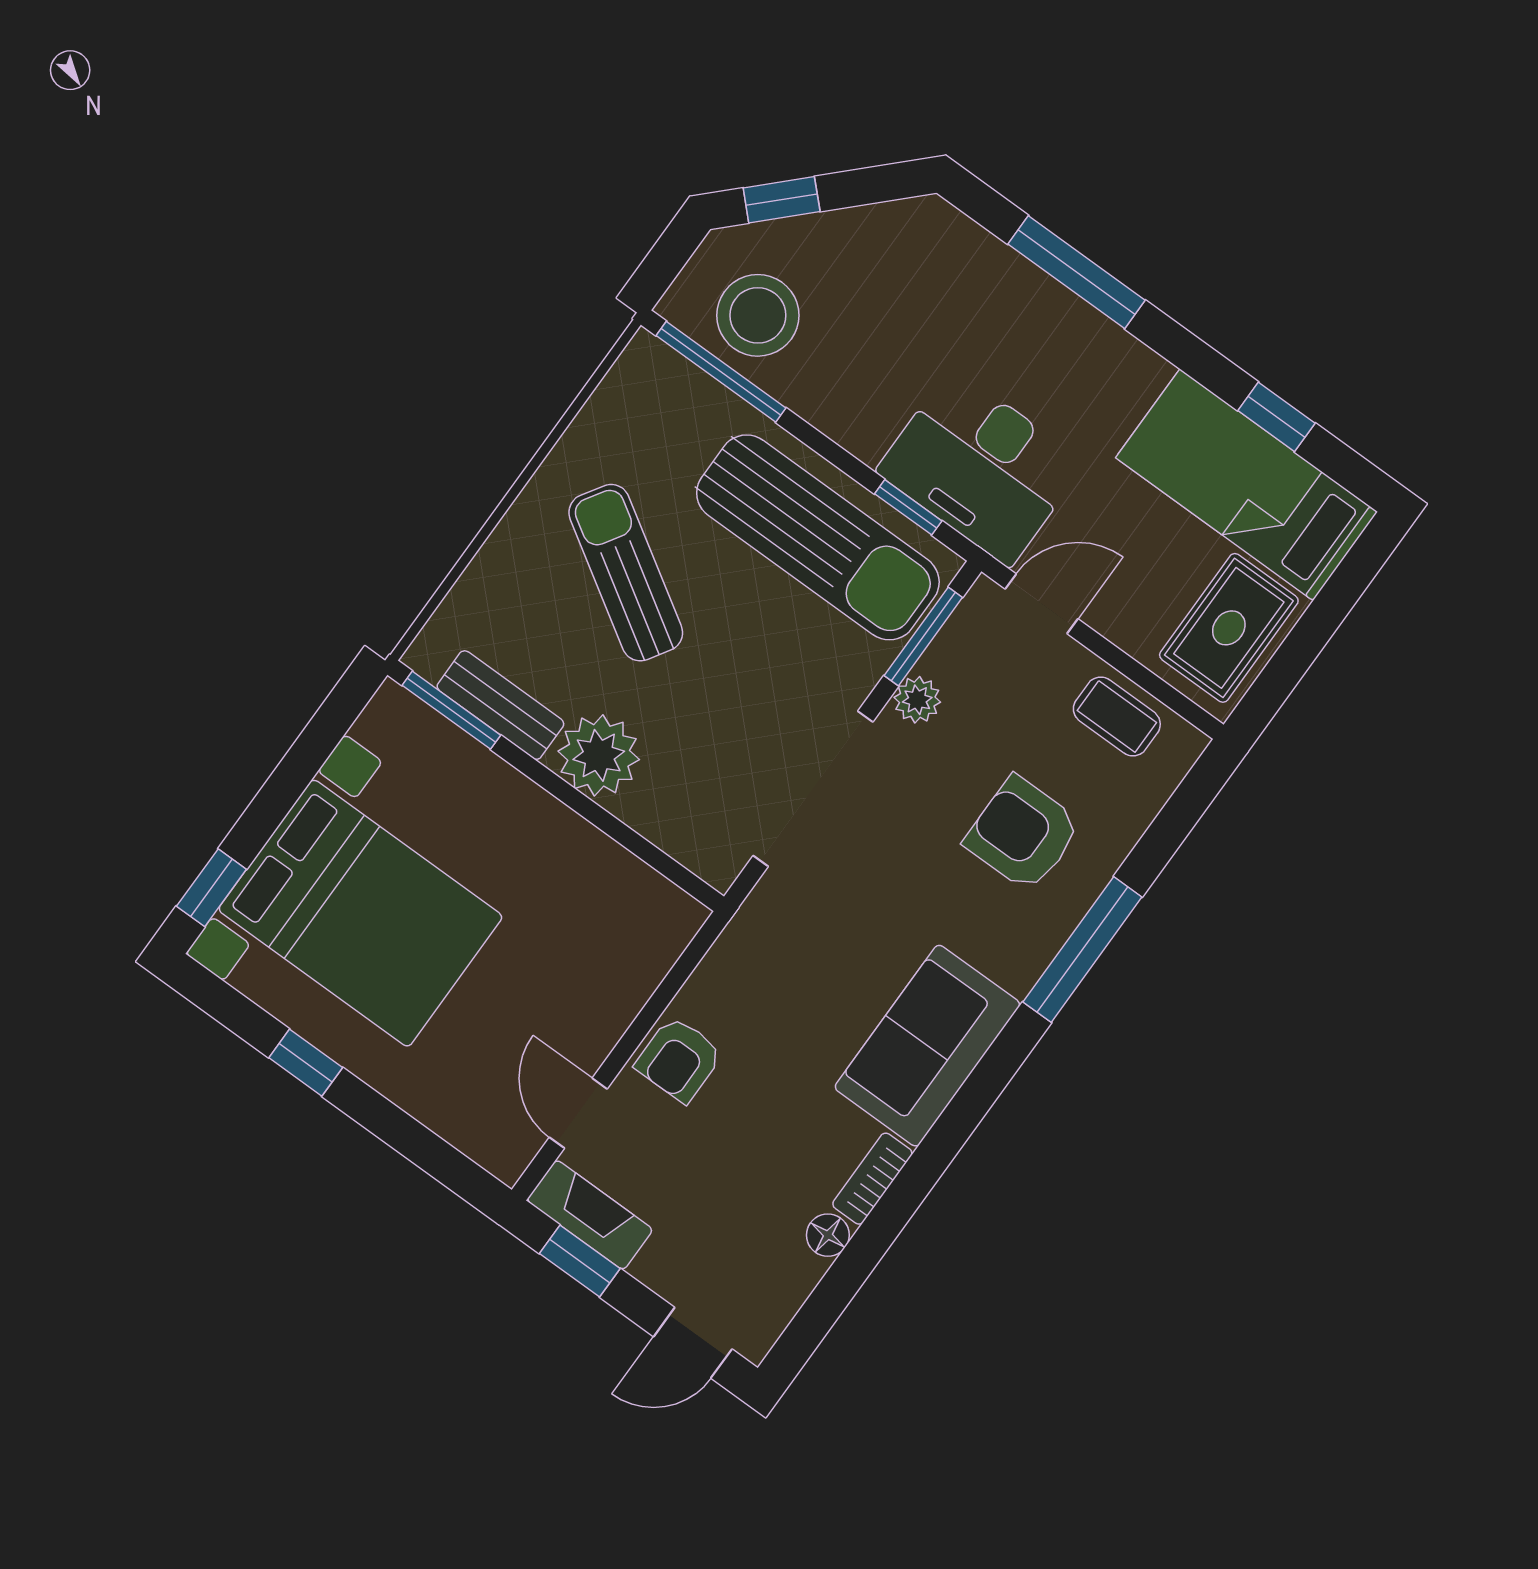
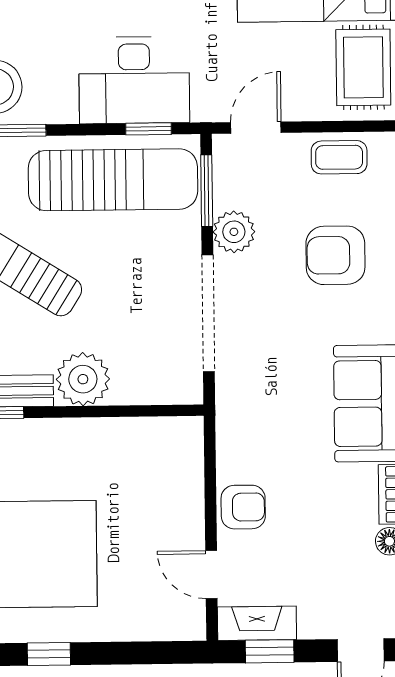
desk: (981, 467) -> (134, 80), moved
plant: (917, 700) -> (234, 232), width x1.38, depth x1.38
armchair: (679, 1059) -> (243, 507), turned -90

